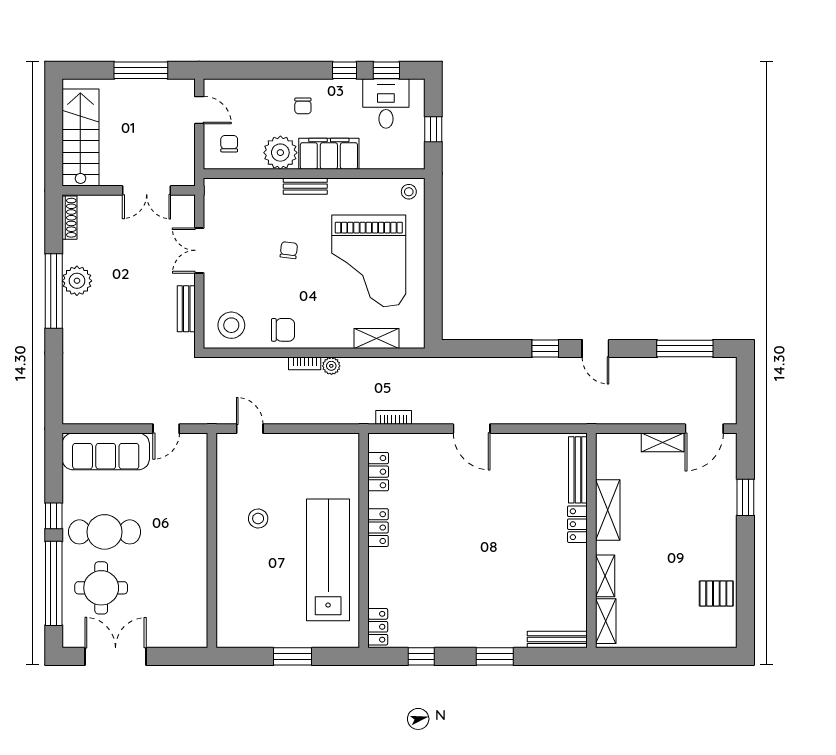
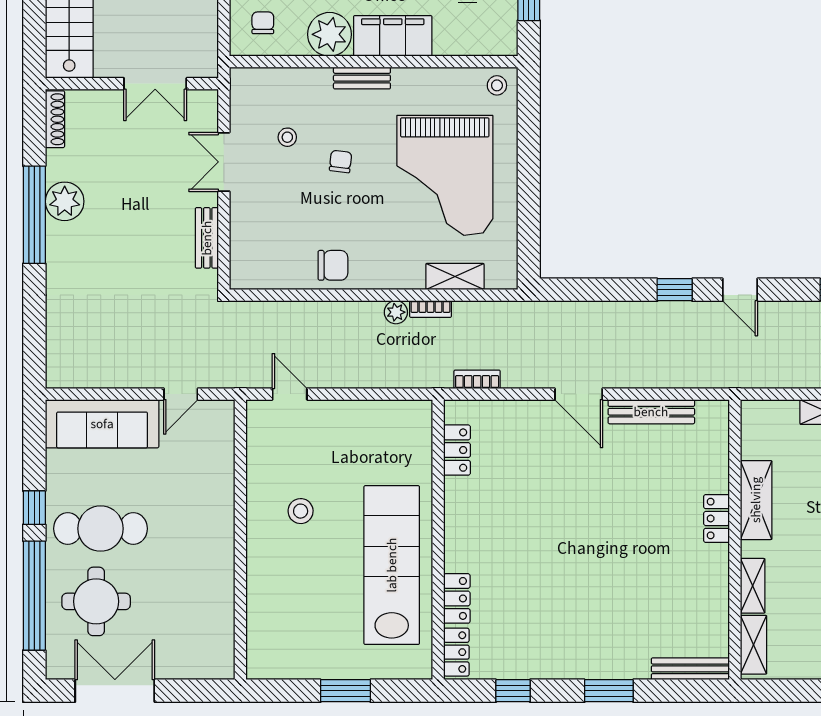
stool: (231, 325) -> (287, 137), moved, width x0.53, depth x0.53
bookcase: (305, 363) -> (431, 309), moved
bench: (578, 470) -> (651, 412), moved, turned 90
locker: (378, 528) -> (457, 598), moved

